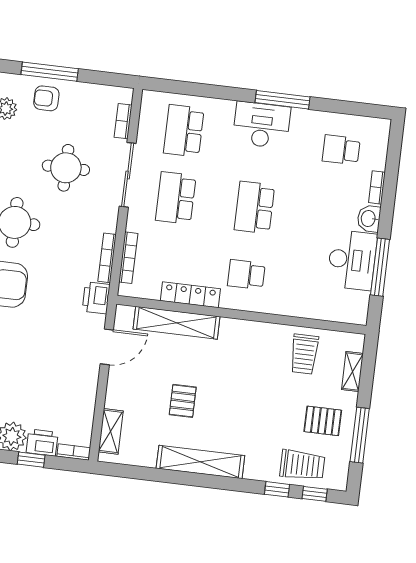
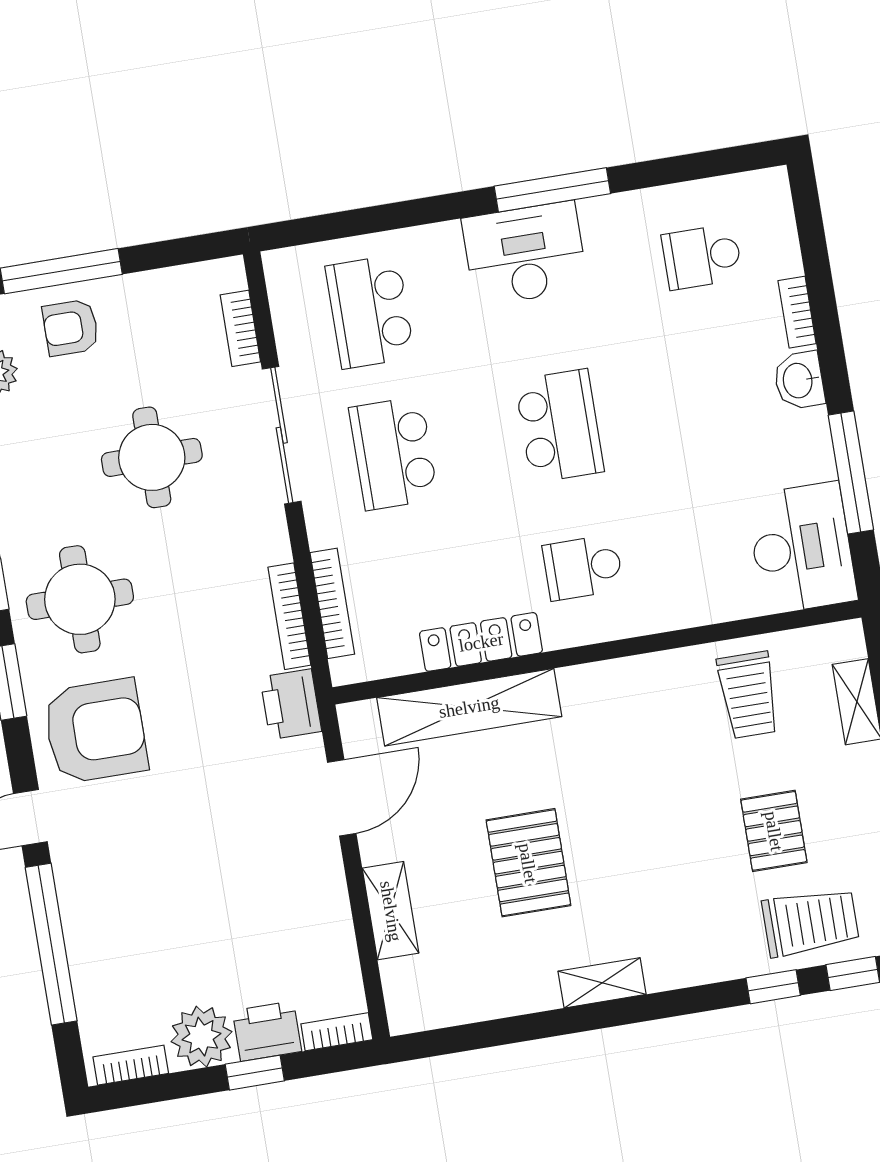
school desk: (254, 207) -> (559, 426), turned 180
desk: (352, 260) -> (802, 548), moved
pallet: (183, 401) -> (528, 863), width x1.50, depth x1.42
pallet: (323, 421) -> (774, 831), moved, turned 90
shelving: (111, 431) -> (391, 911), moved
shelving: (200, 462) -> (602, 983), width x0.45, depth x0.75

